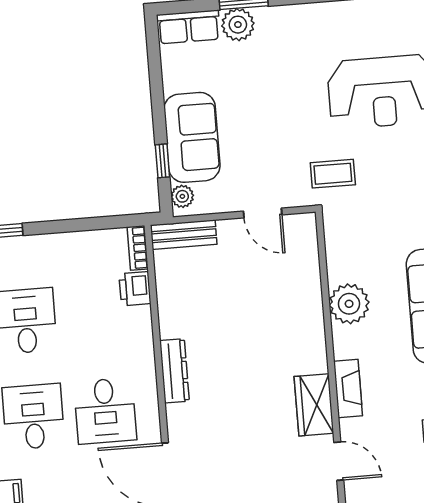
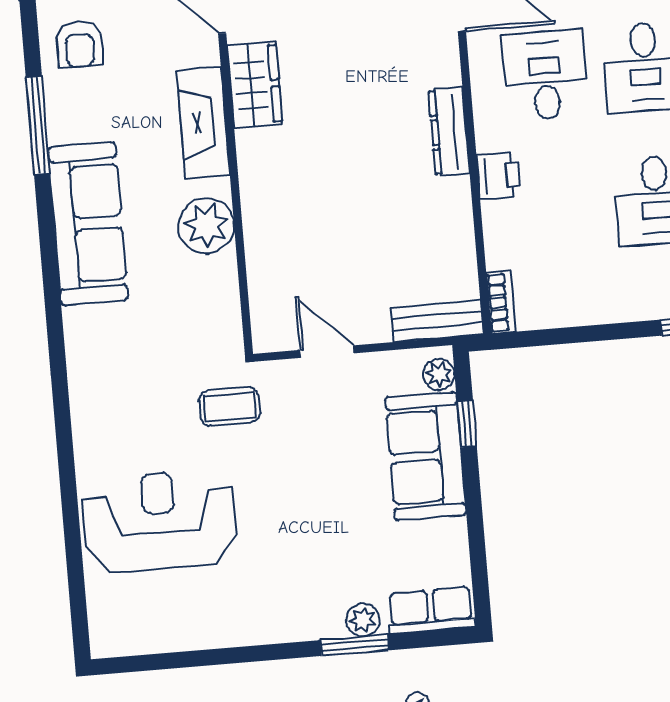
plant: (238, 25) -> (363, 620), width x0.73, depth x0.73
printer: (135, 289) -> (498, 176), moved
fireplace: (348, 389) -> (203, 123), width x1.37, depth x1.32

